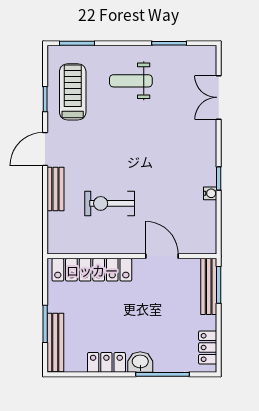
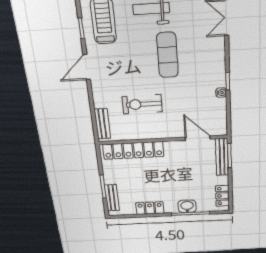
exercise mat: (146, 140) -> (167, 55), added
bench: (55, 189) -> (102, 124), moved
door: (162, 256) -> (198, 138), moved
bench: (55, 342) -> (112, 198), width x0.73
washbasin: (140, 362) -> (187, 206), moved

